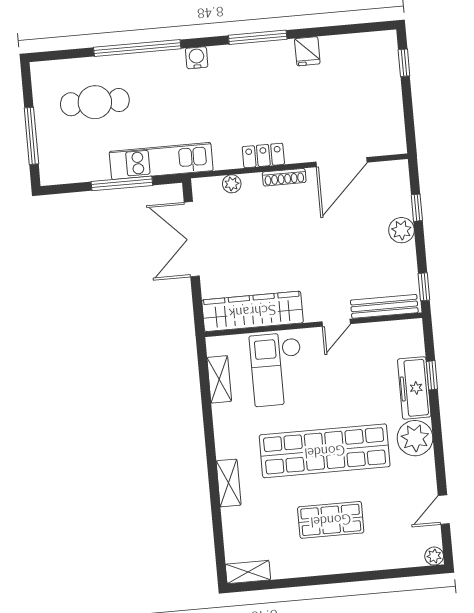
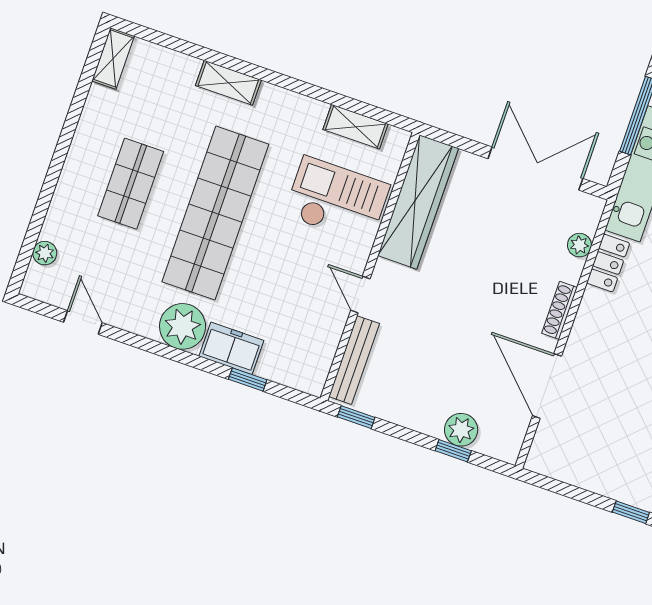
locker: (263, 155) -> (608, 263), moved
plant: (401, 230) -> (461, 430), moved
freezer: (414, 388) -> (231, 348), width x0.71
plant: (434, 556) -> (45, 253), moved

